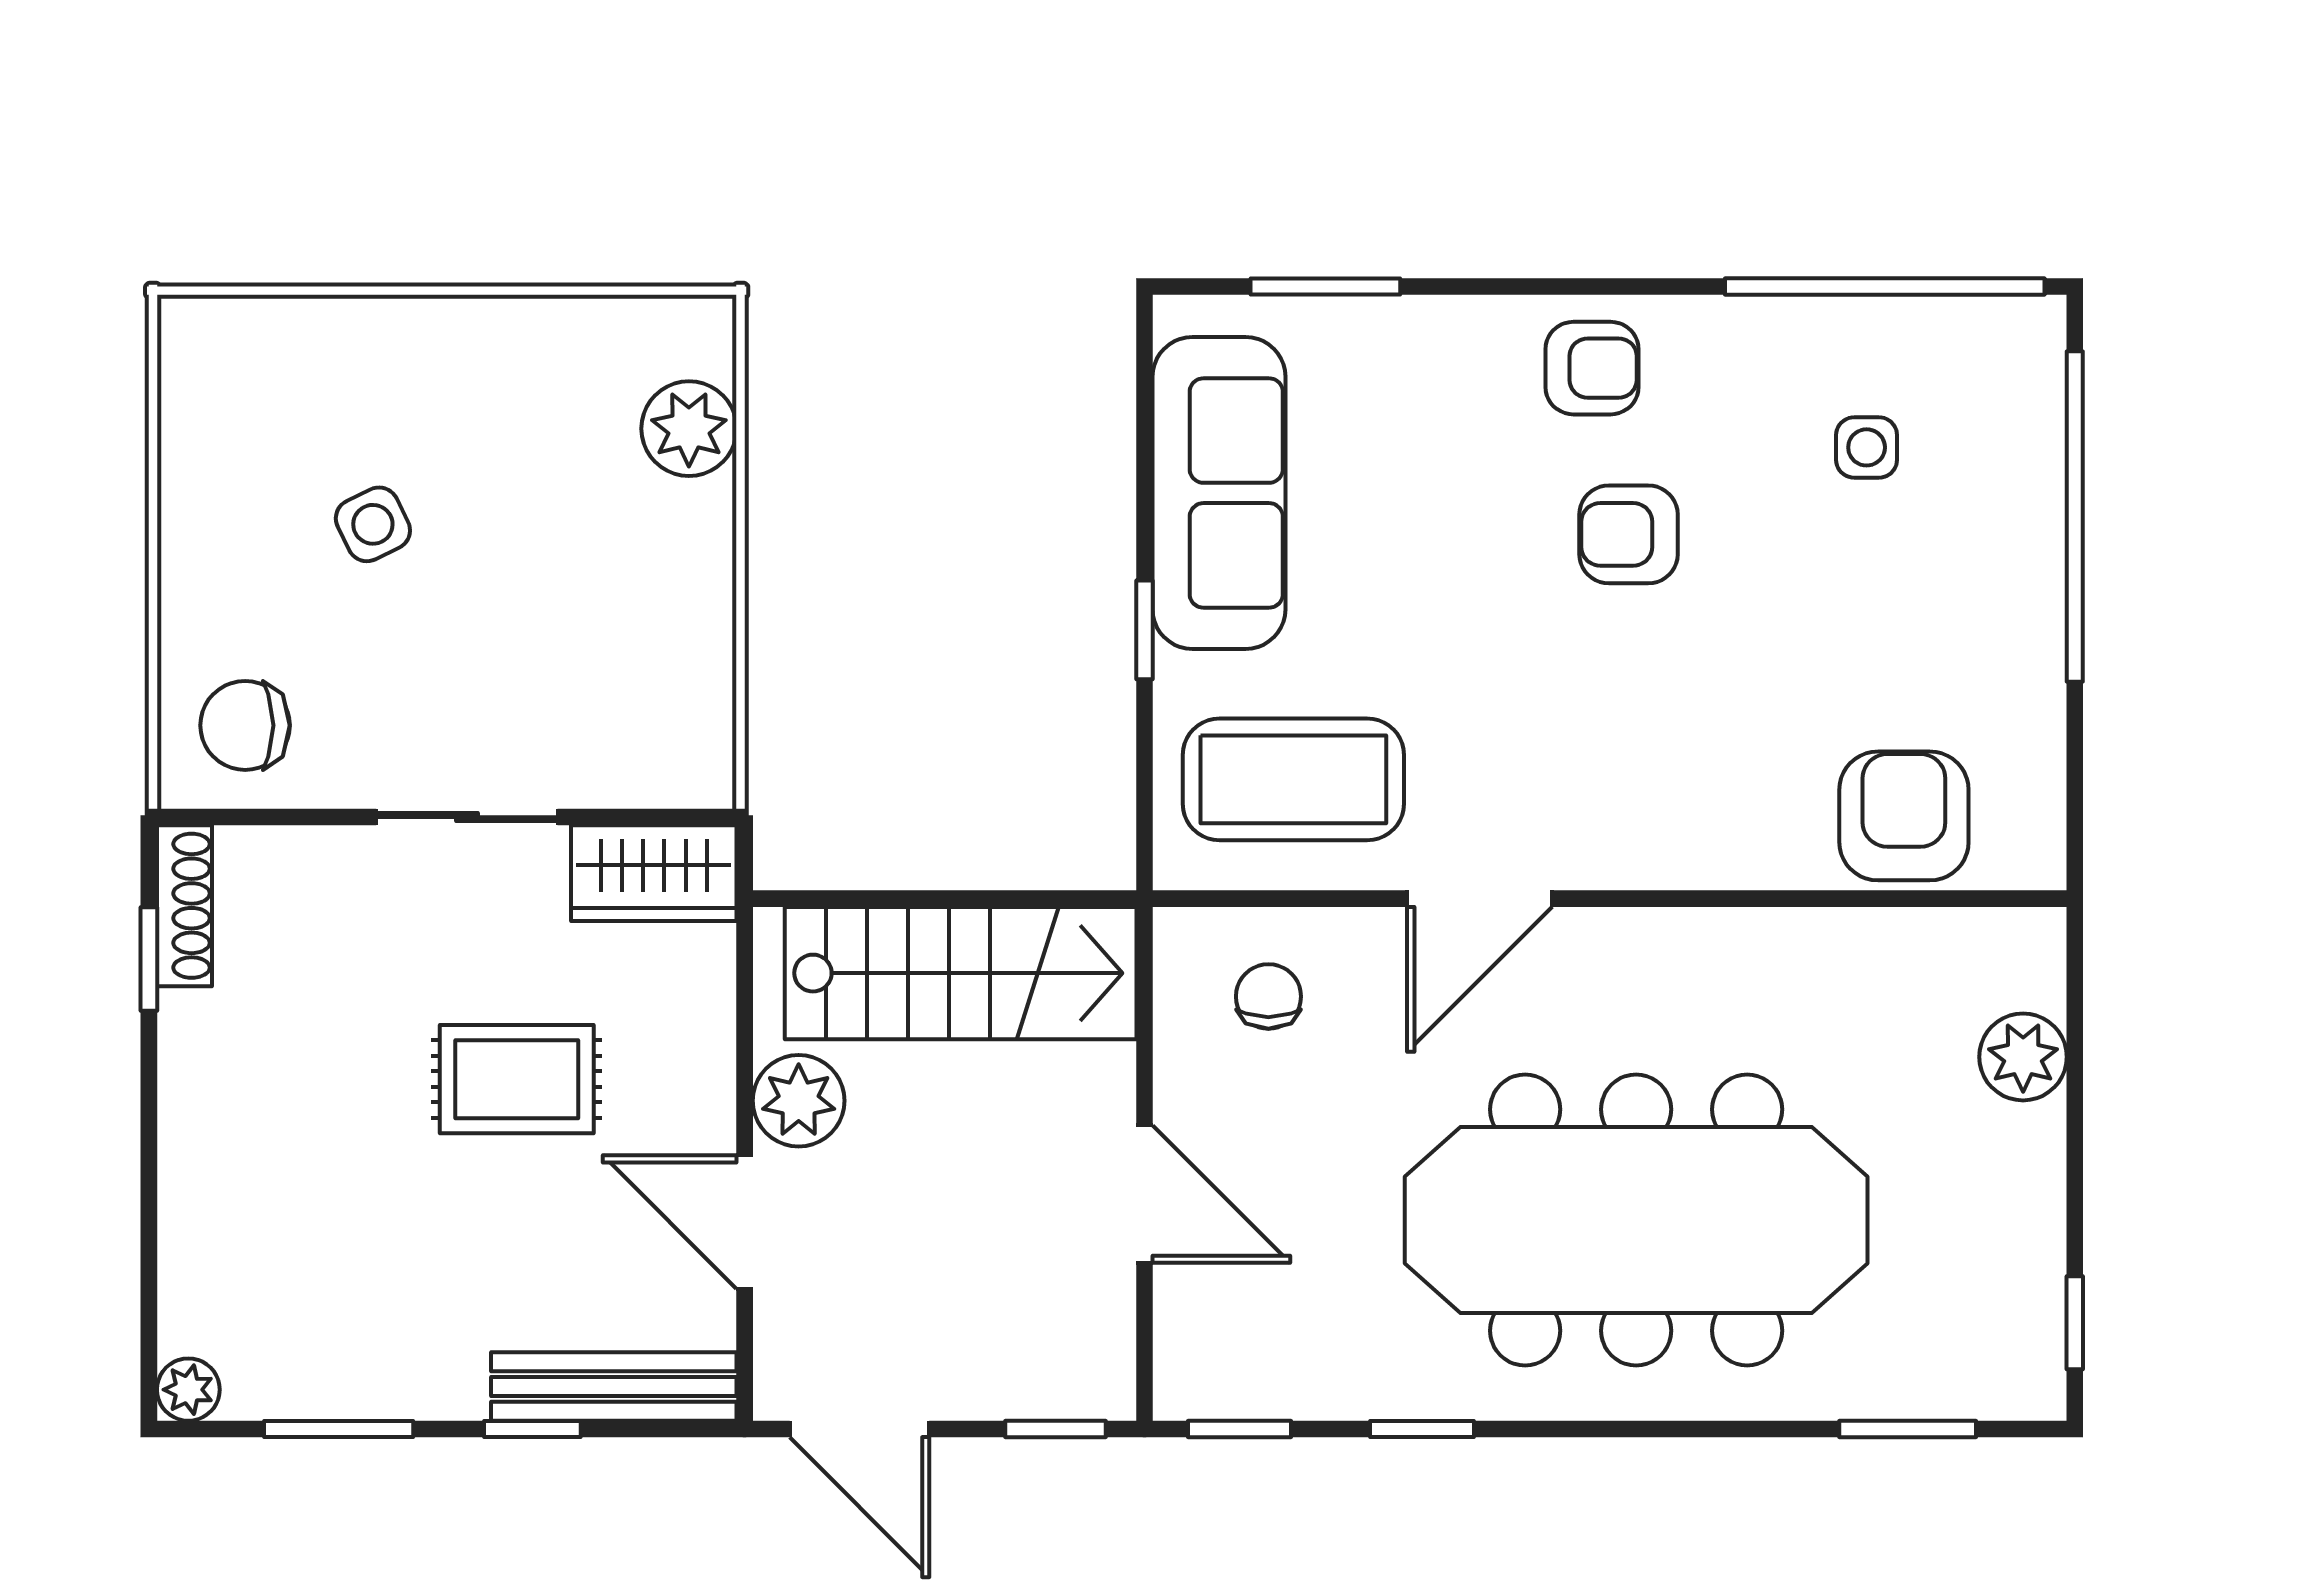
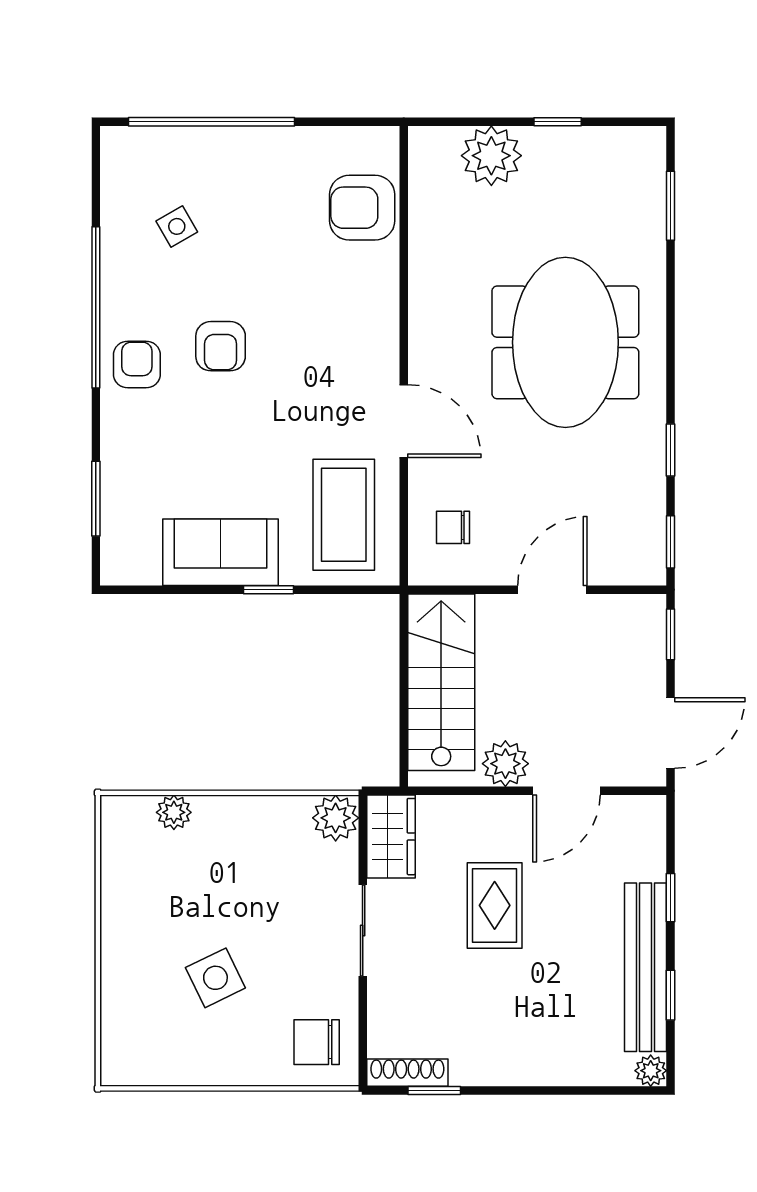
window: (1885, 287) -> (96, 307), moved
plant: (689, 429) -> (174, 812), width x0.73, depth x0.73
side table: (1867, 447) -> (177, 226), turned -30
sofa: (1219, 493) -> (221, 552), width x0.73
side table: (373, 524) -> (215, 978), width x1.37, depth x1.37
chair: (245, 725) -> (317, 1042), turned 90
plant: (691, 763) -> (336, 818), added
plant: (2023, 1057) -> (491, 156), width x1.36, depth x1.36
meeting table: (1636, 1220) -> (565, 342), width x0.73
window: (2075, 1323) -> (558, 122), moved
bench: (614, 1387) -> (645, 967), moved, width x1.37, depth x1.21
window: (339, 1429) -> (671, 995), width x0.67

